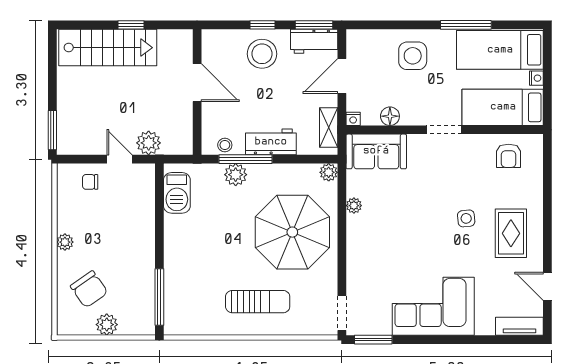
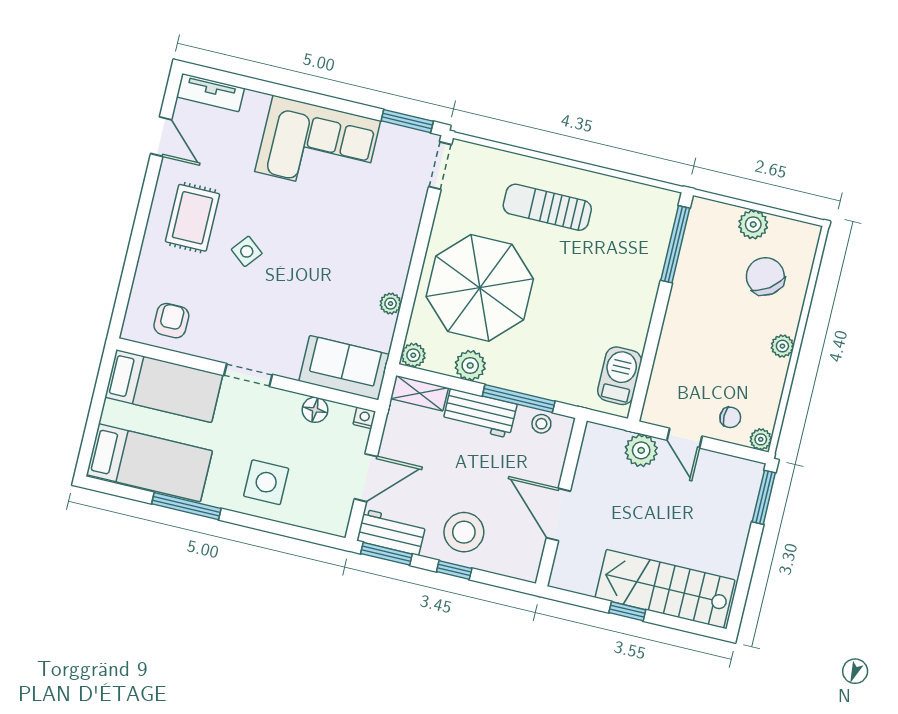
nightstand: (536, 78) -> (110, 414), removed
shelving: (329, 128) -> (419, 393), moved, turned 90
plant: (64, 171) -> (761, 439), added
plant: (236, 175) -> (470, 366), moved
side table: (466, 218) -> (247, 251), turned 45

